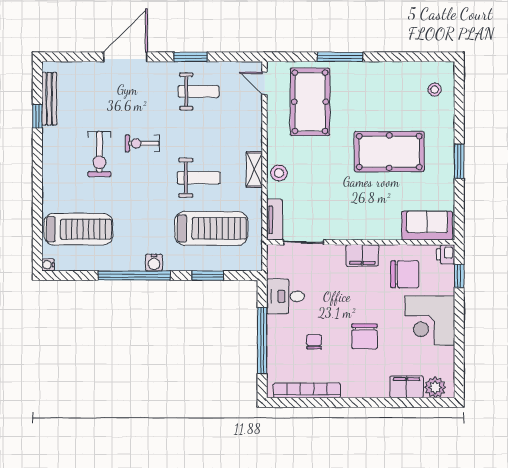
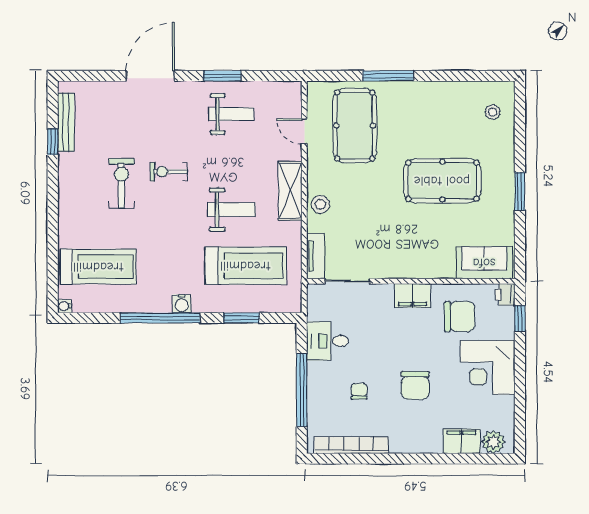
door: (265, 83) -> (304, 131), moved
exercise bike: (99, 154) -> (121, 183), turned 180
shelving: (254, 170) -> (290, 191), width x1.50, depth x1.33

